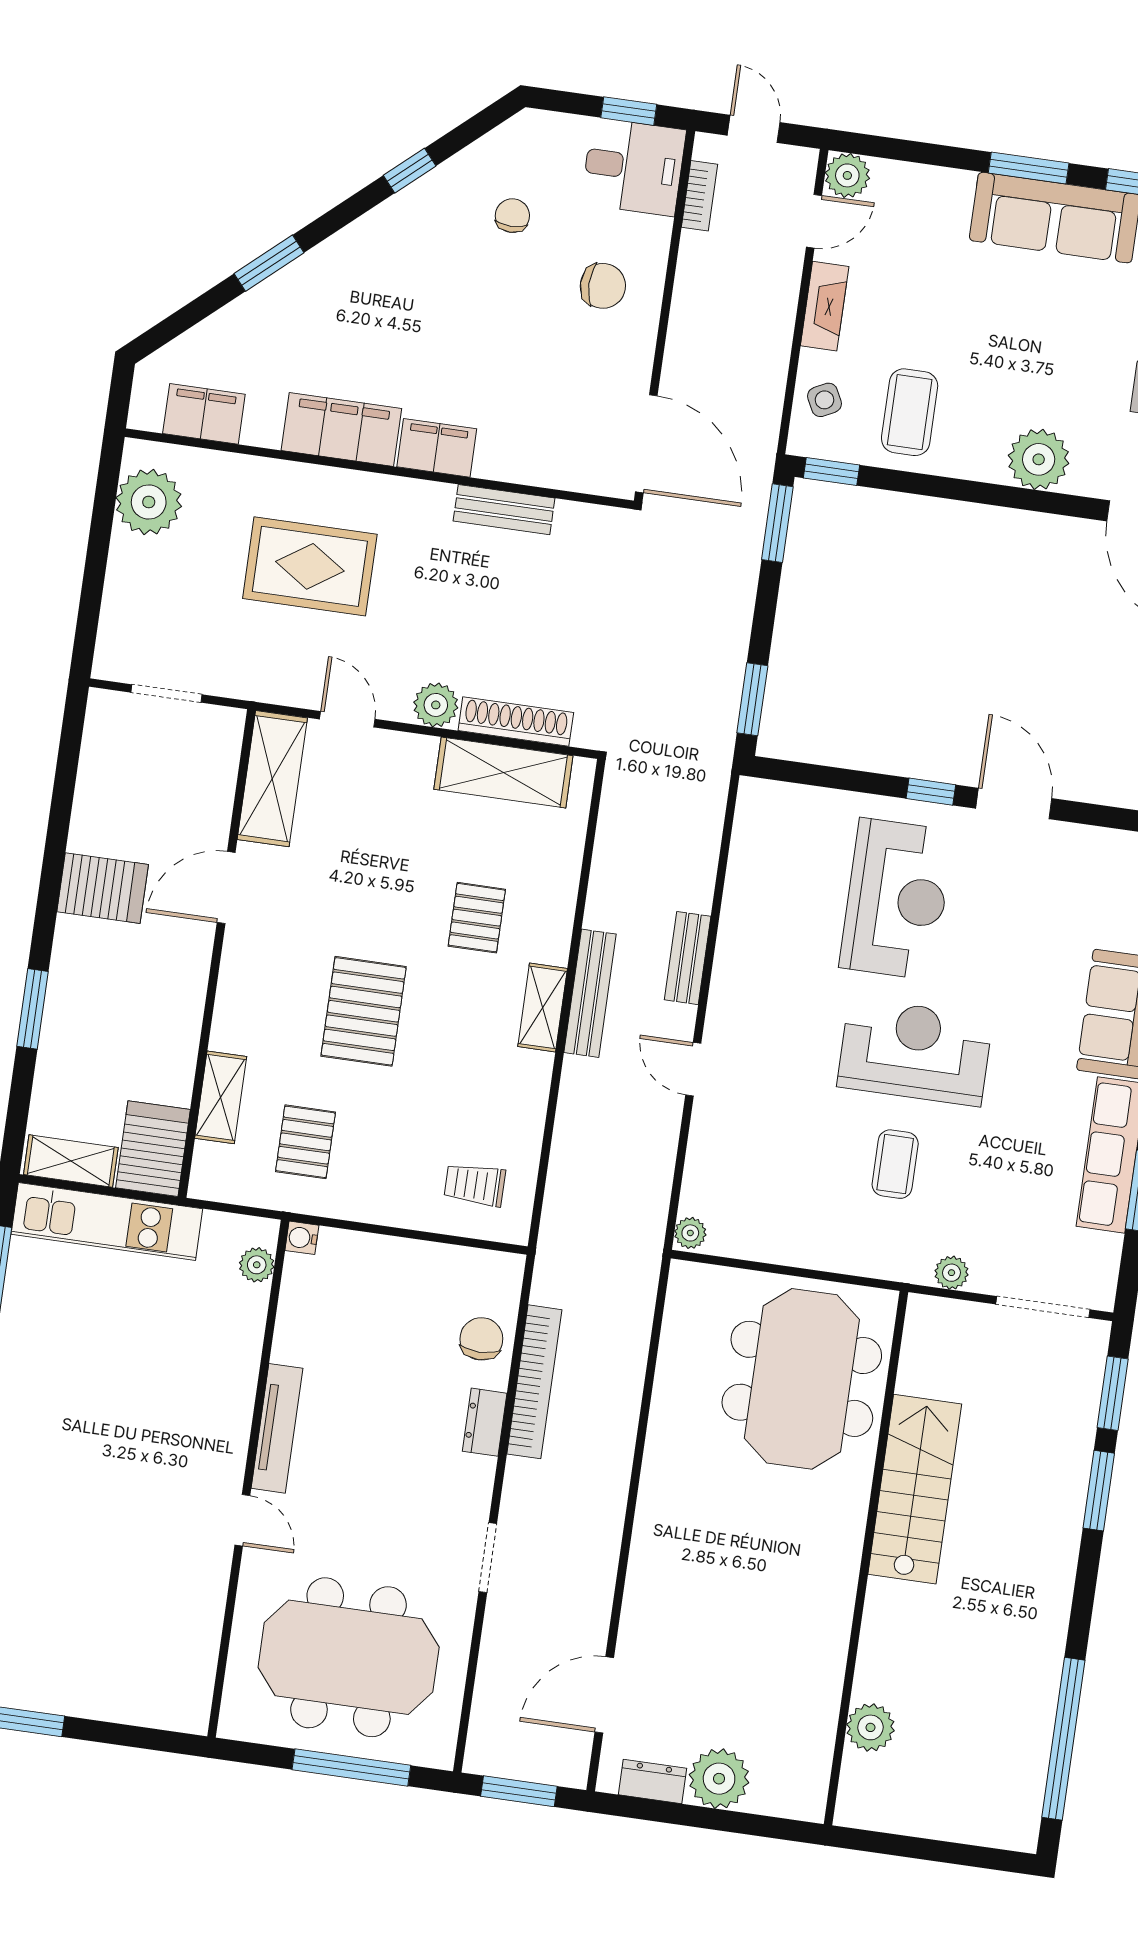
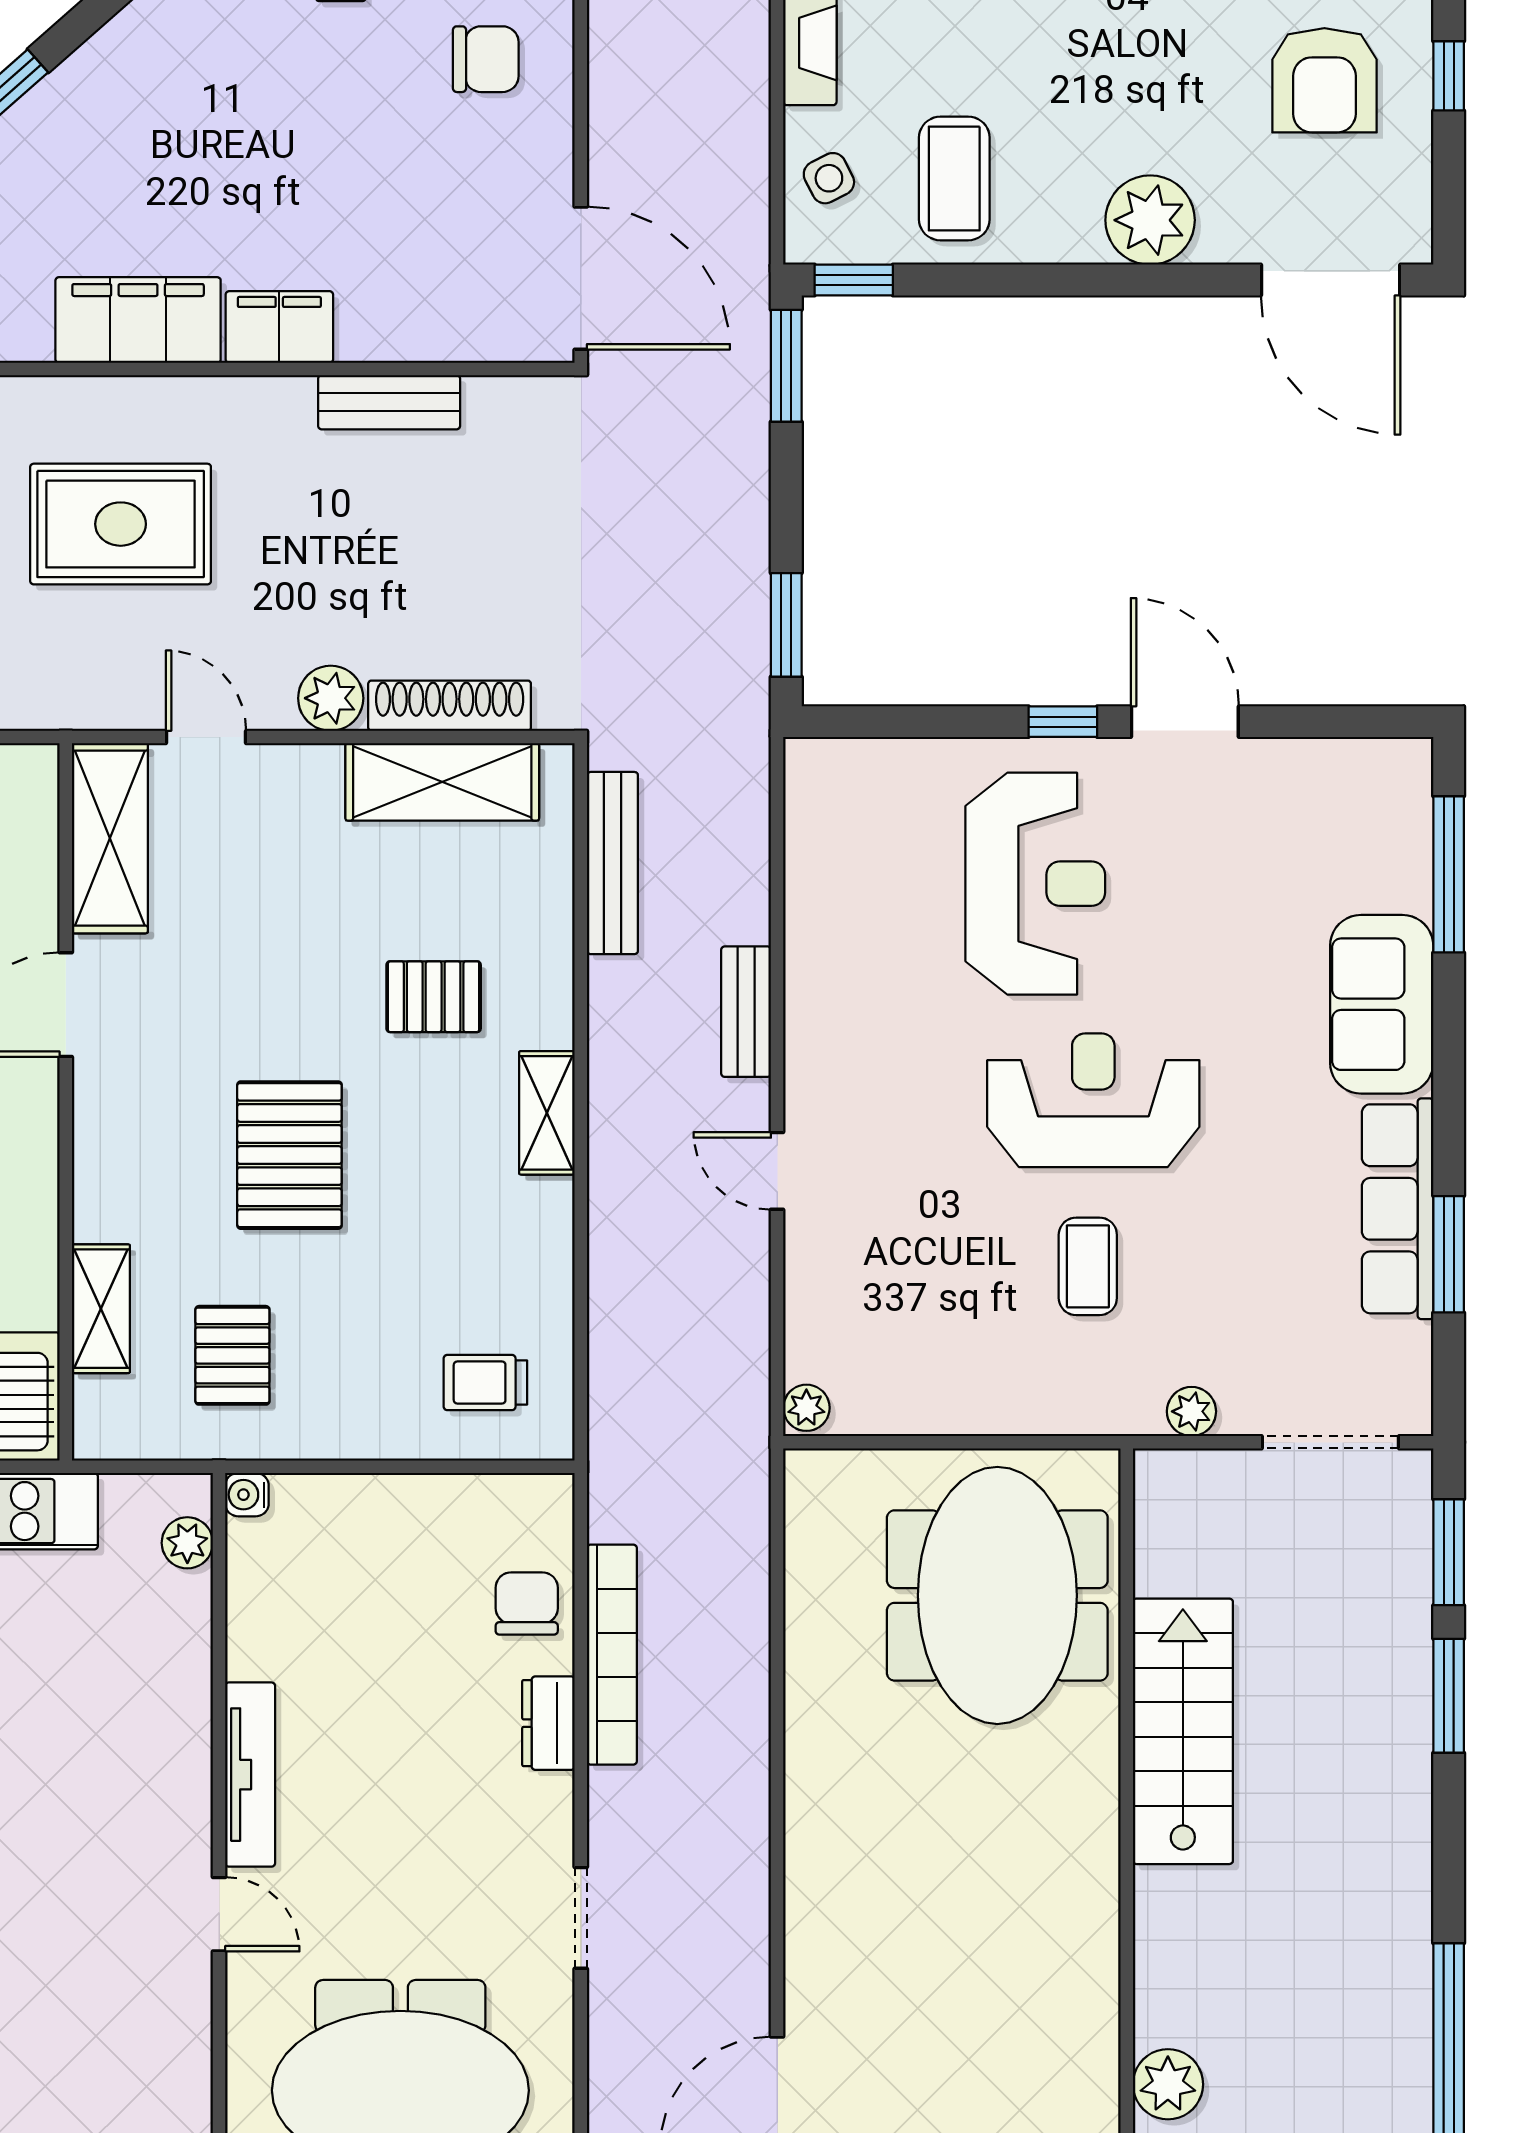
pallet: (477, 918) -> (434, 997), turned 90
bench: (590, 993) -> (612, 863), moved

